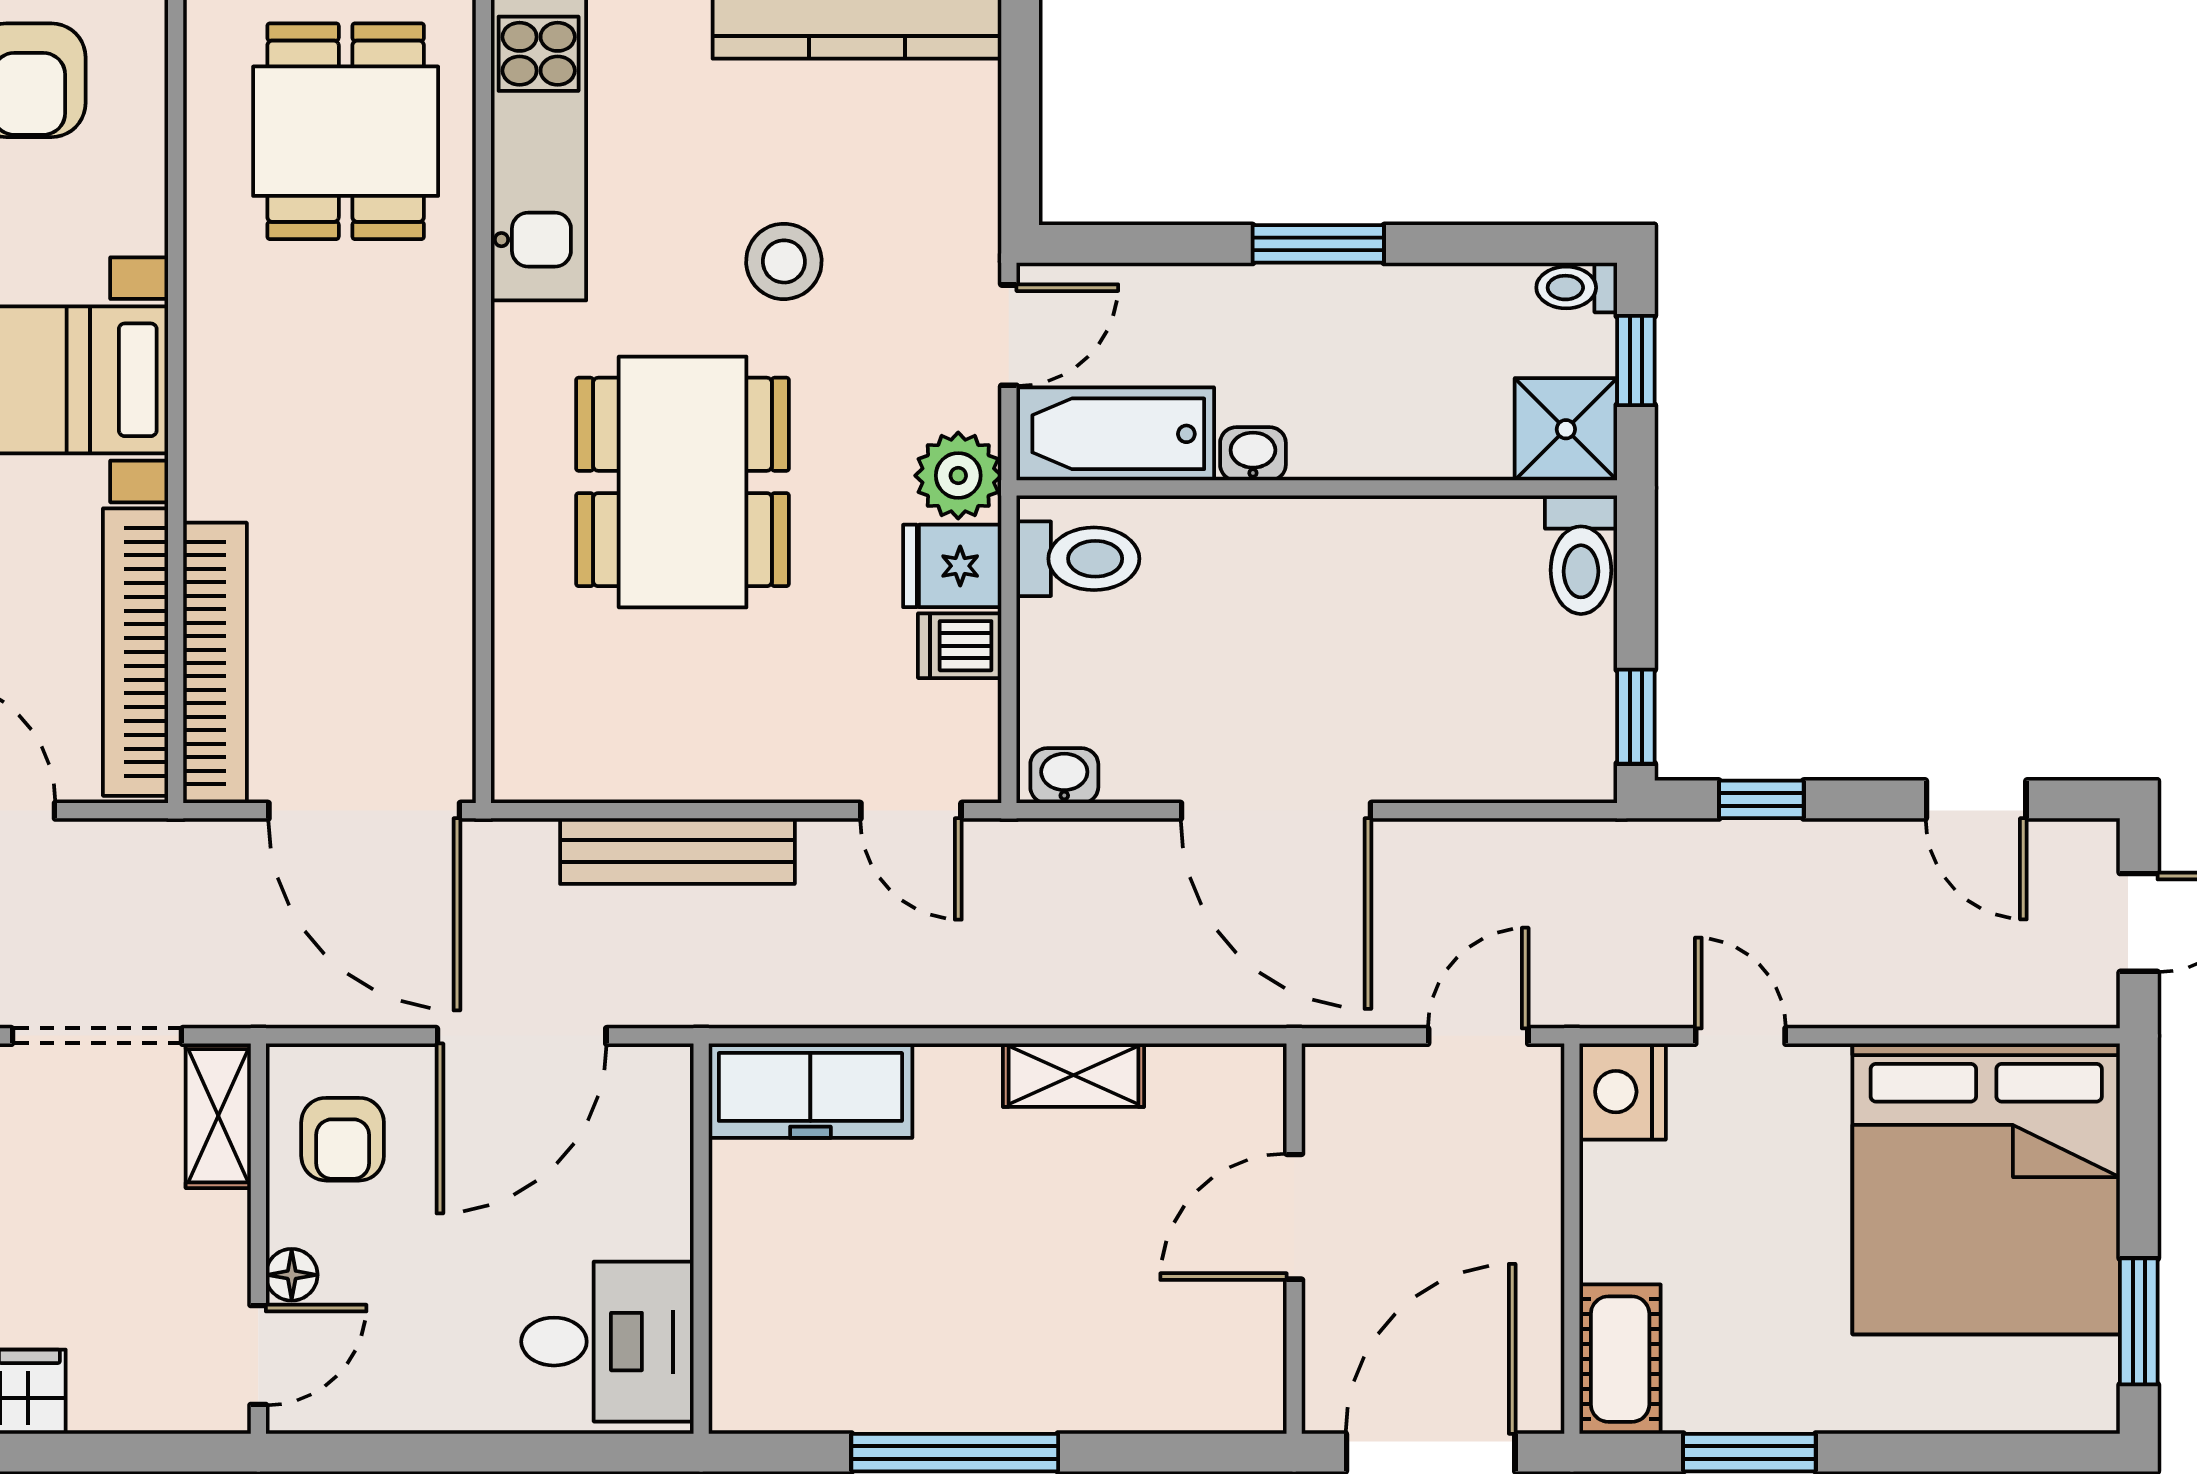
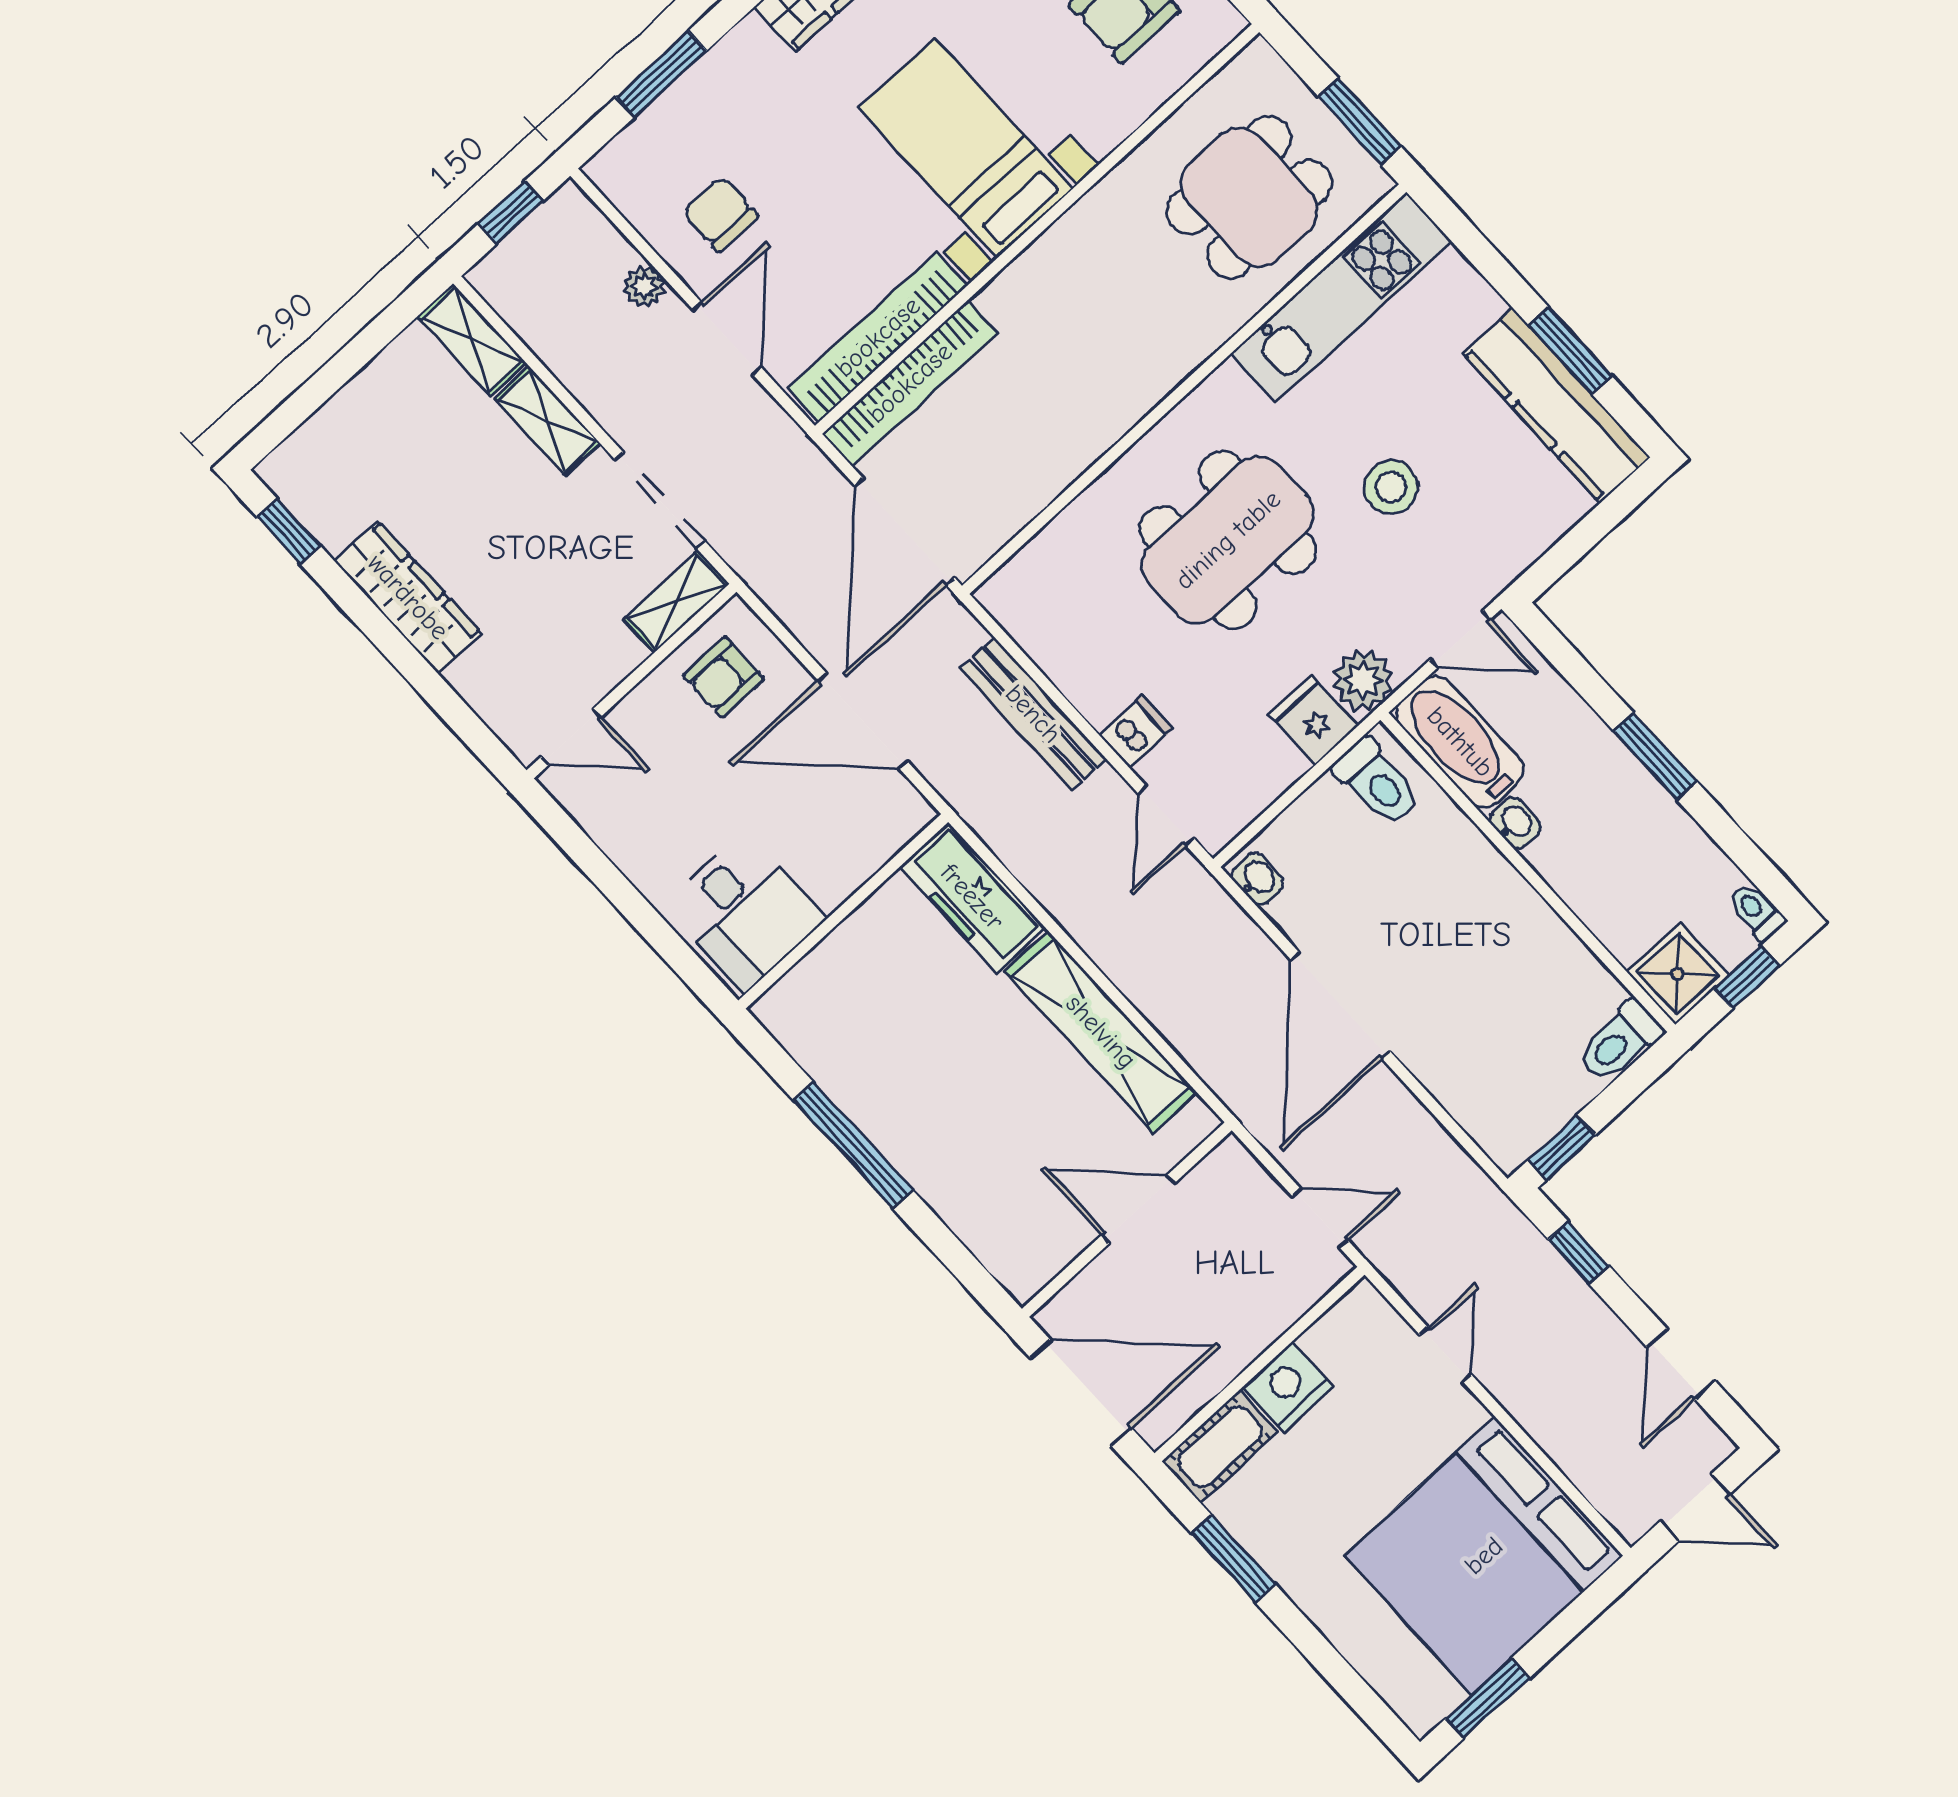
dishwasher: (960, 646) -> (1136, 732), moved, turned 90
shelving: (1074, 1075) -> (1101, 1032), width x2.20, depth x1.33
nightstand: (1623, 1092) -> (1288, 1386), moved
floor lamp: (292, 1275) -> (629, 716), removed

